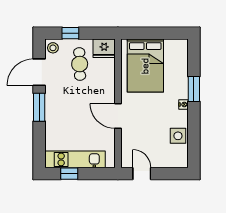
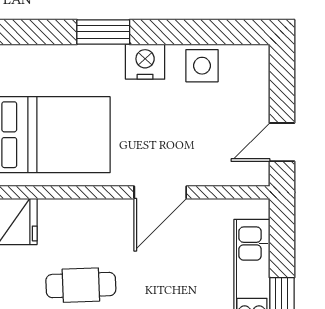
cafe table: (80, 64) -> (81, 285), moved
nightstand: (184, 104) -> (145, 62), width x1.89, depth x1.79

